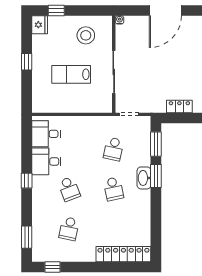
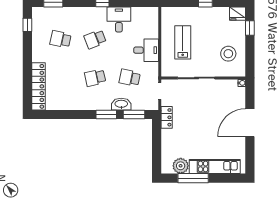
door: (165, 11) -> (250, 123), hinge flipped
lab bench: (71, 74) -> (183, 42), moved
locker: (179, 106) -> (167, 117), moved
desk: (46, 134) -> (146, 50), moved, turned 90
washbasin: (144, 178) -> (121, 104), moved

